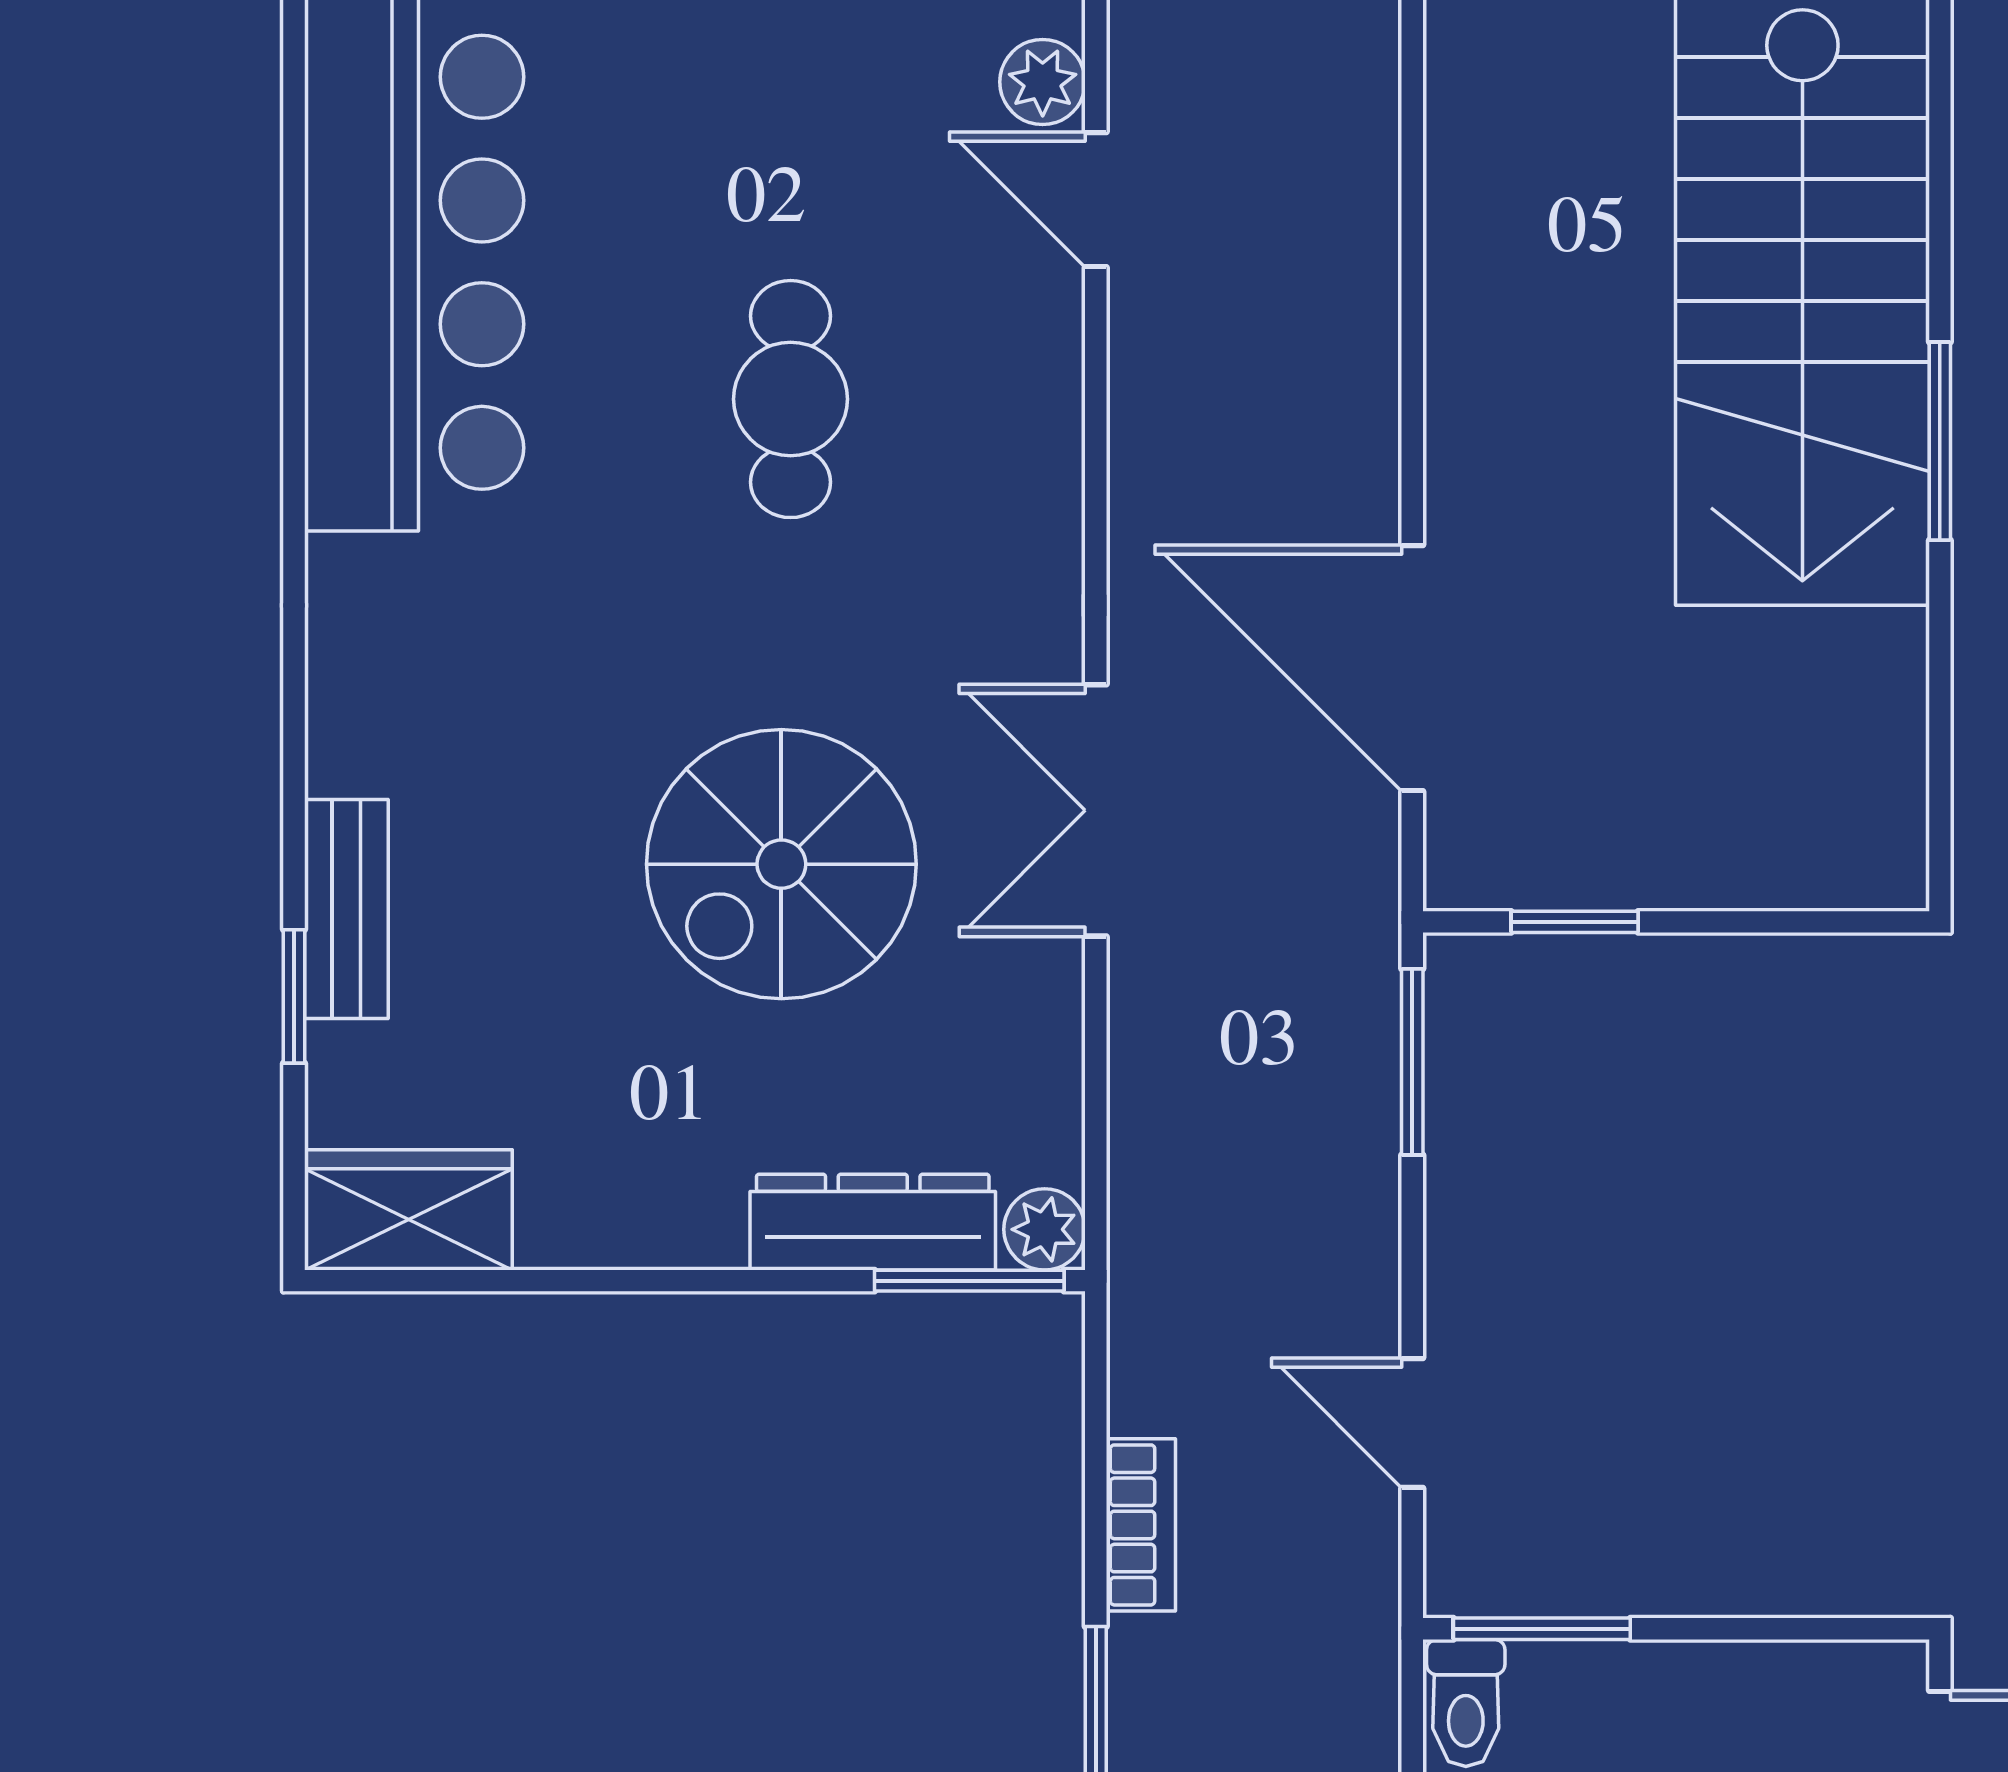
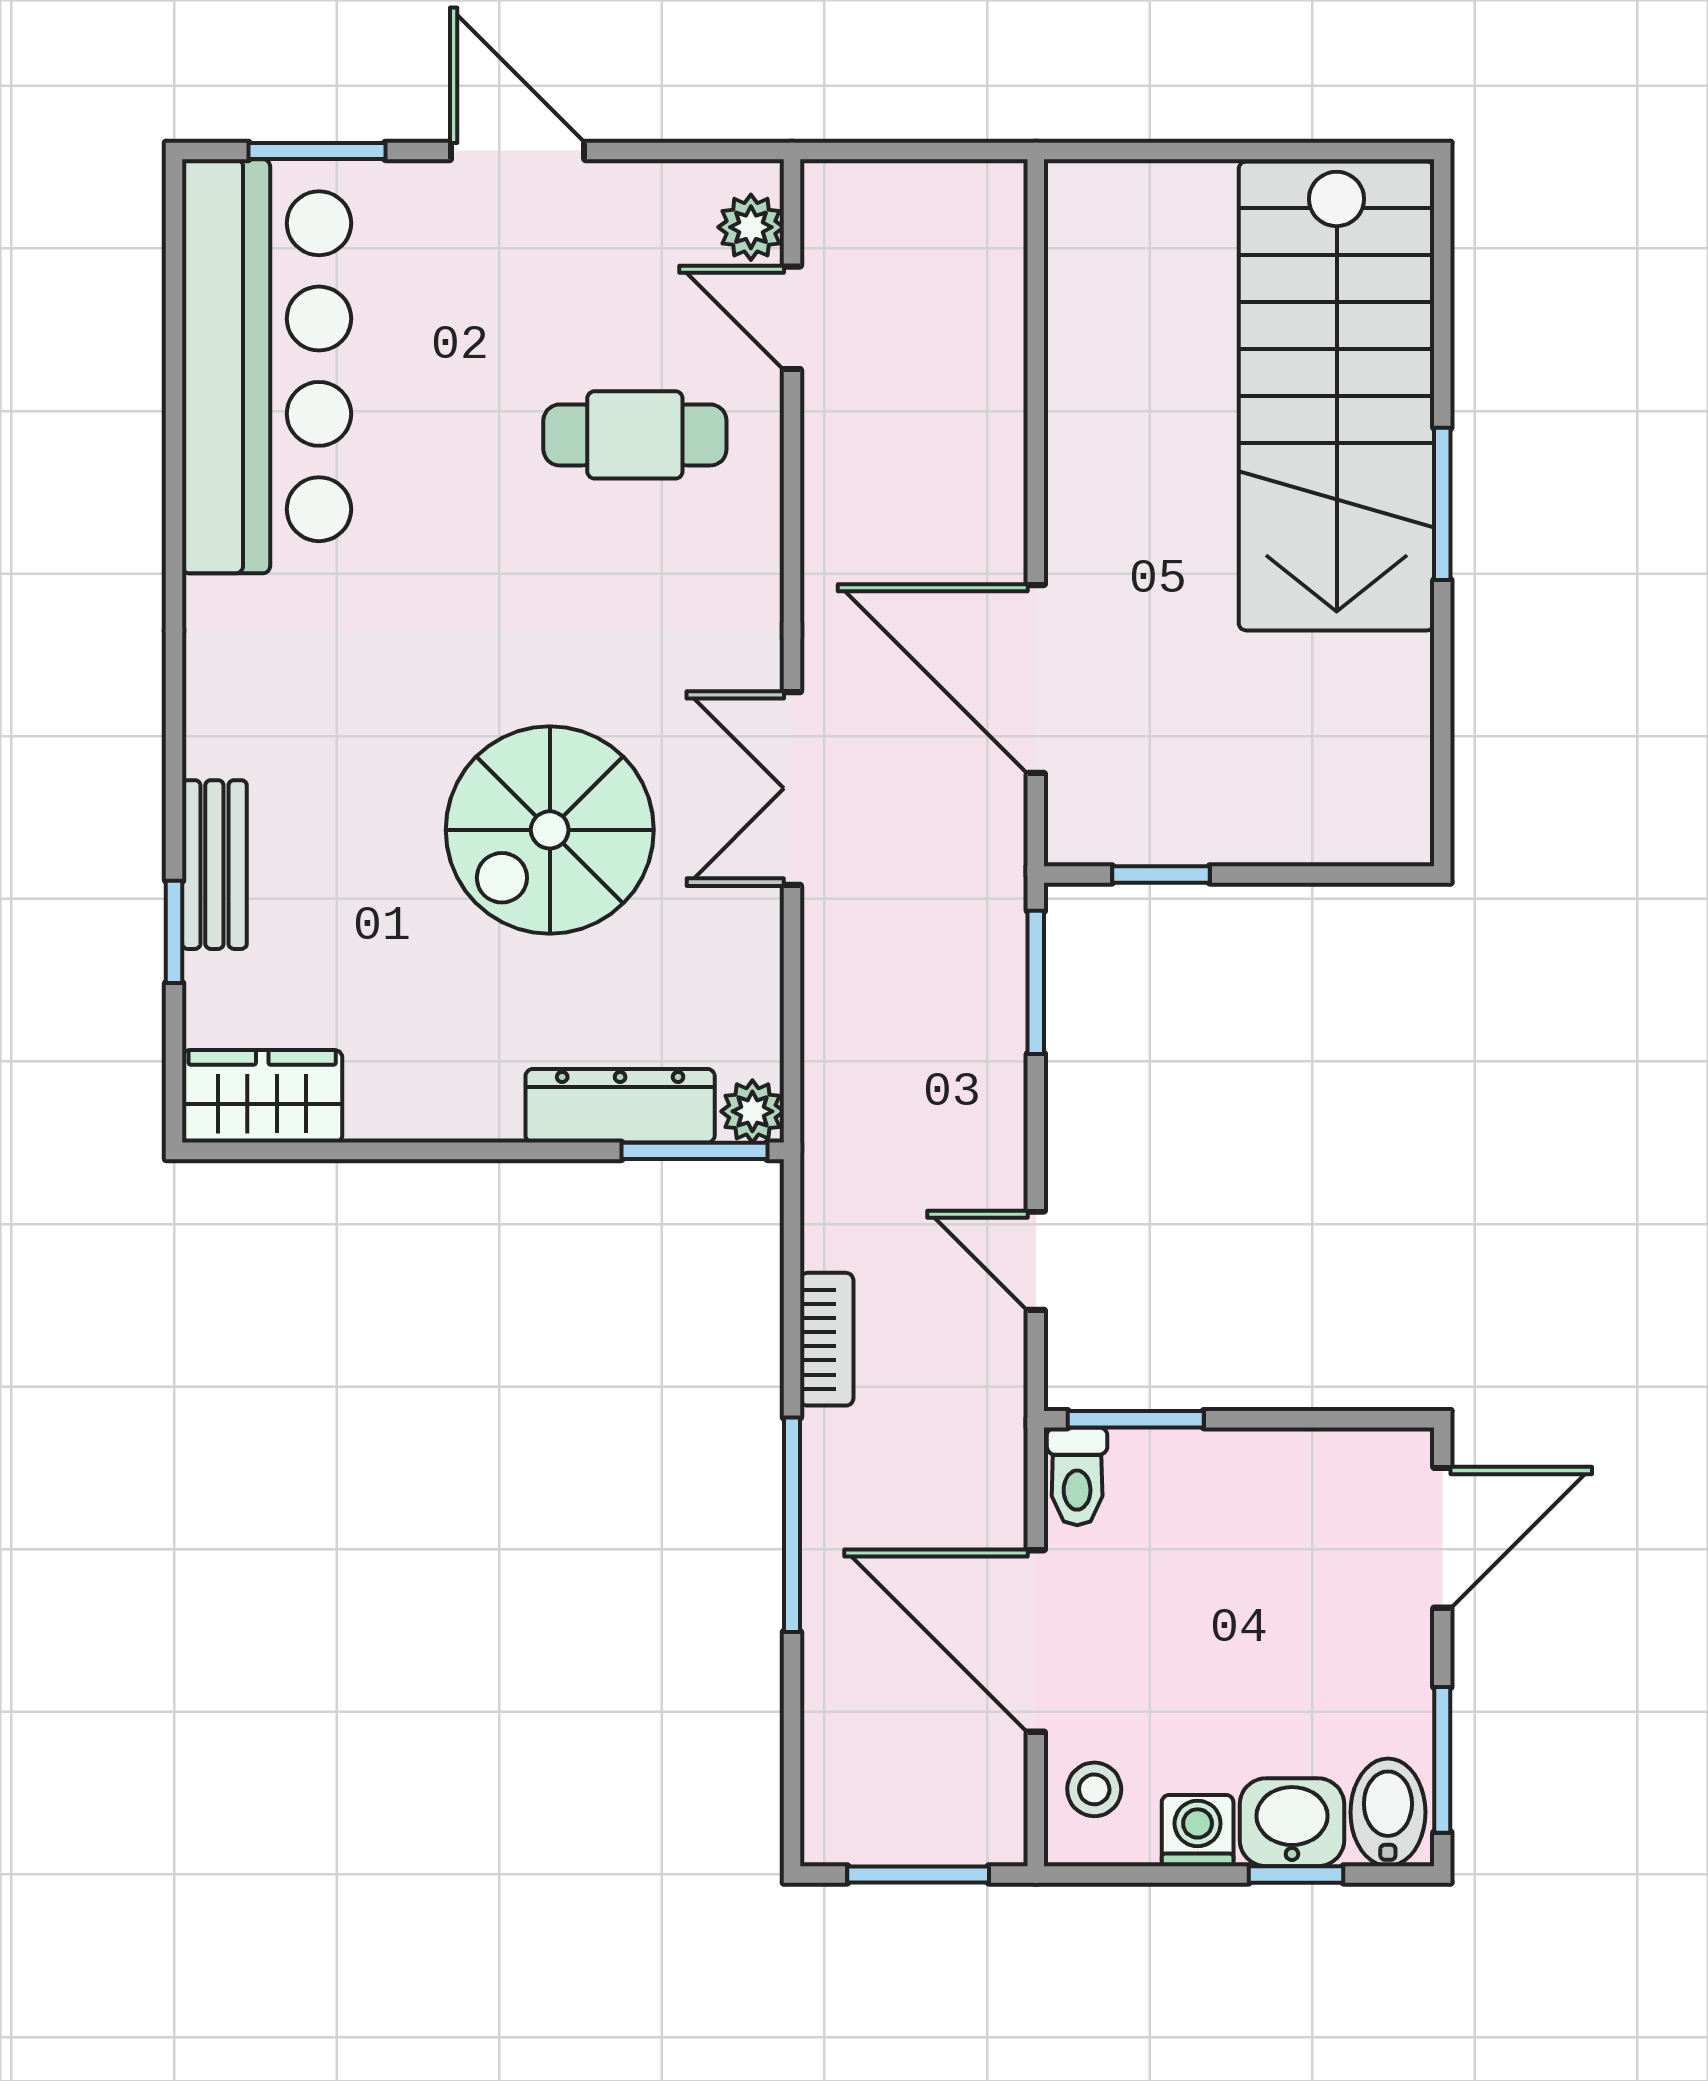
cafe table: (791, 399) -> (635, 435), moved, turned 90

